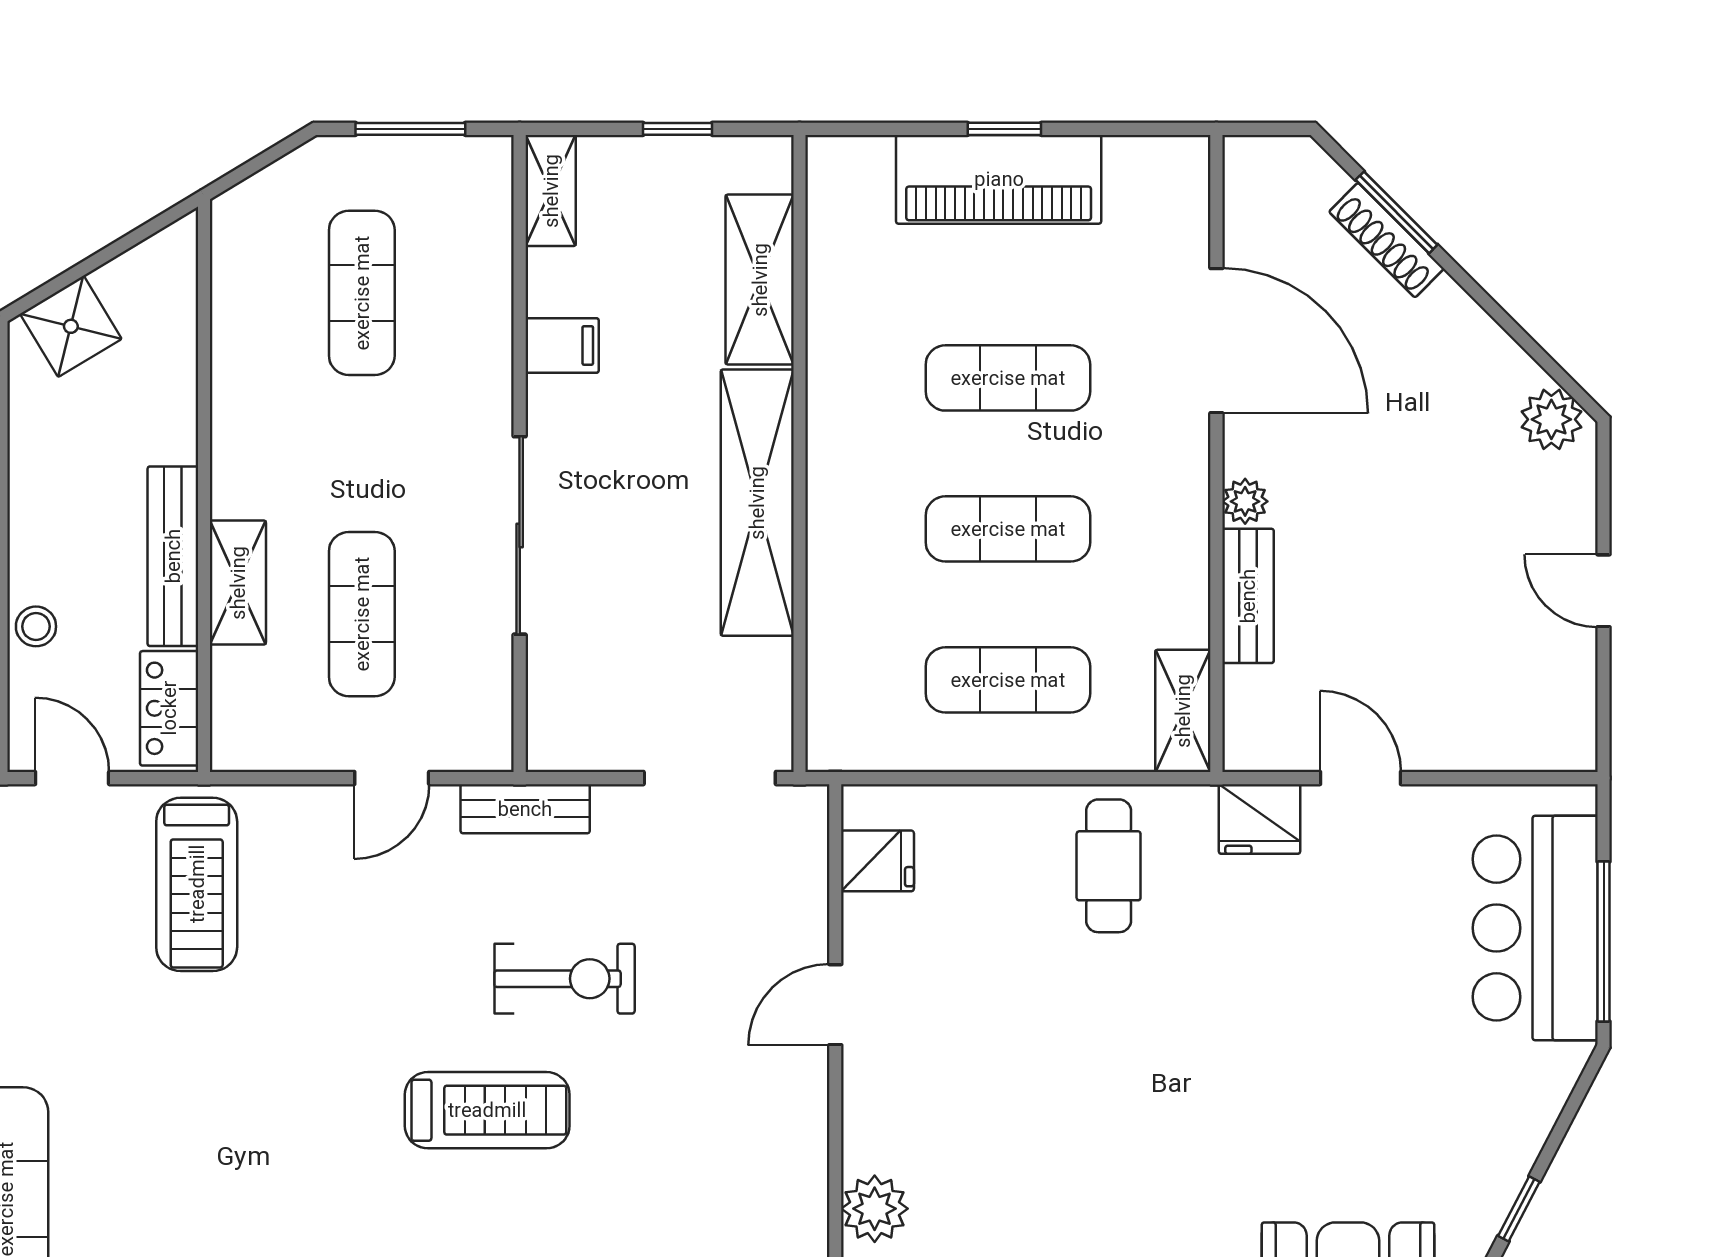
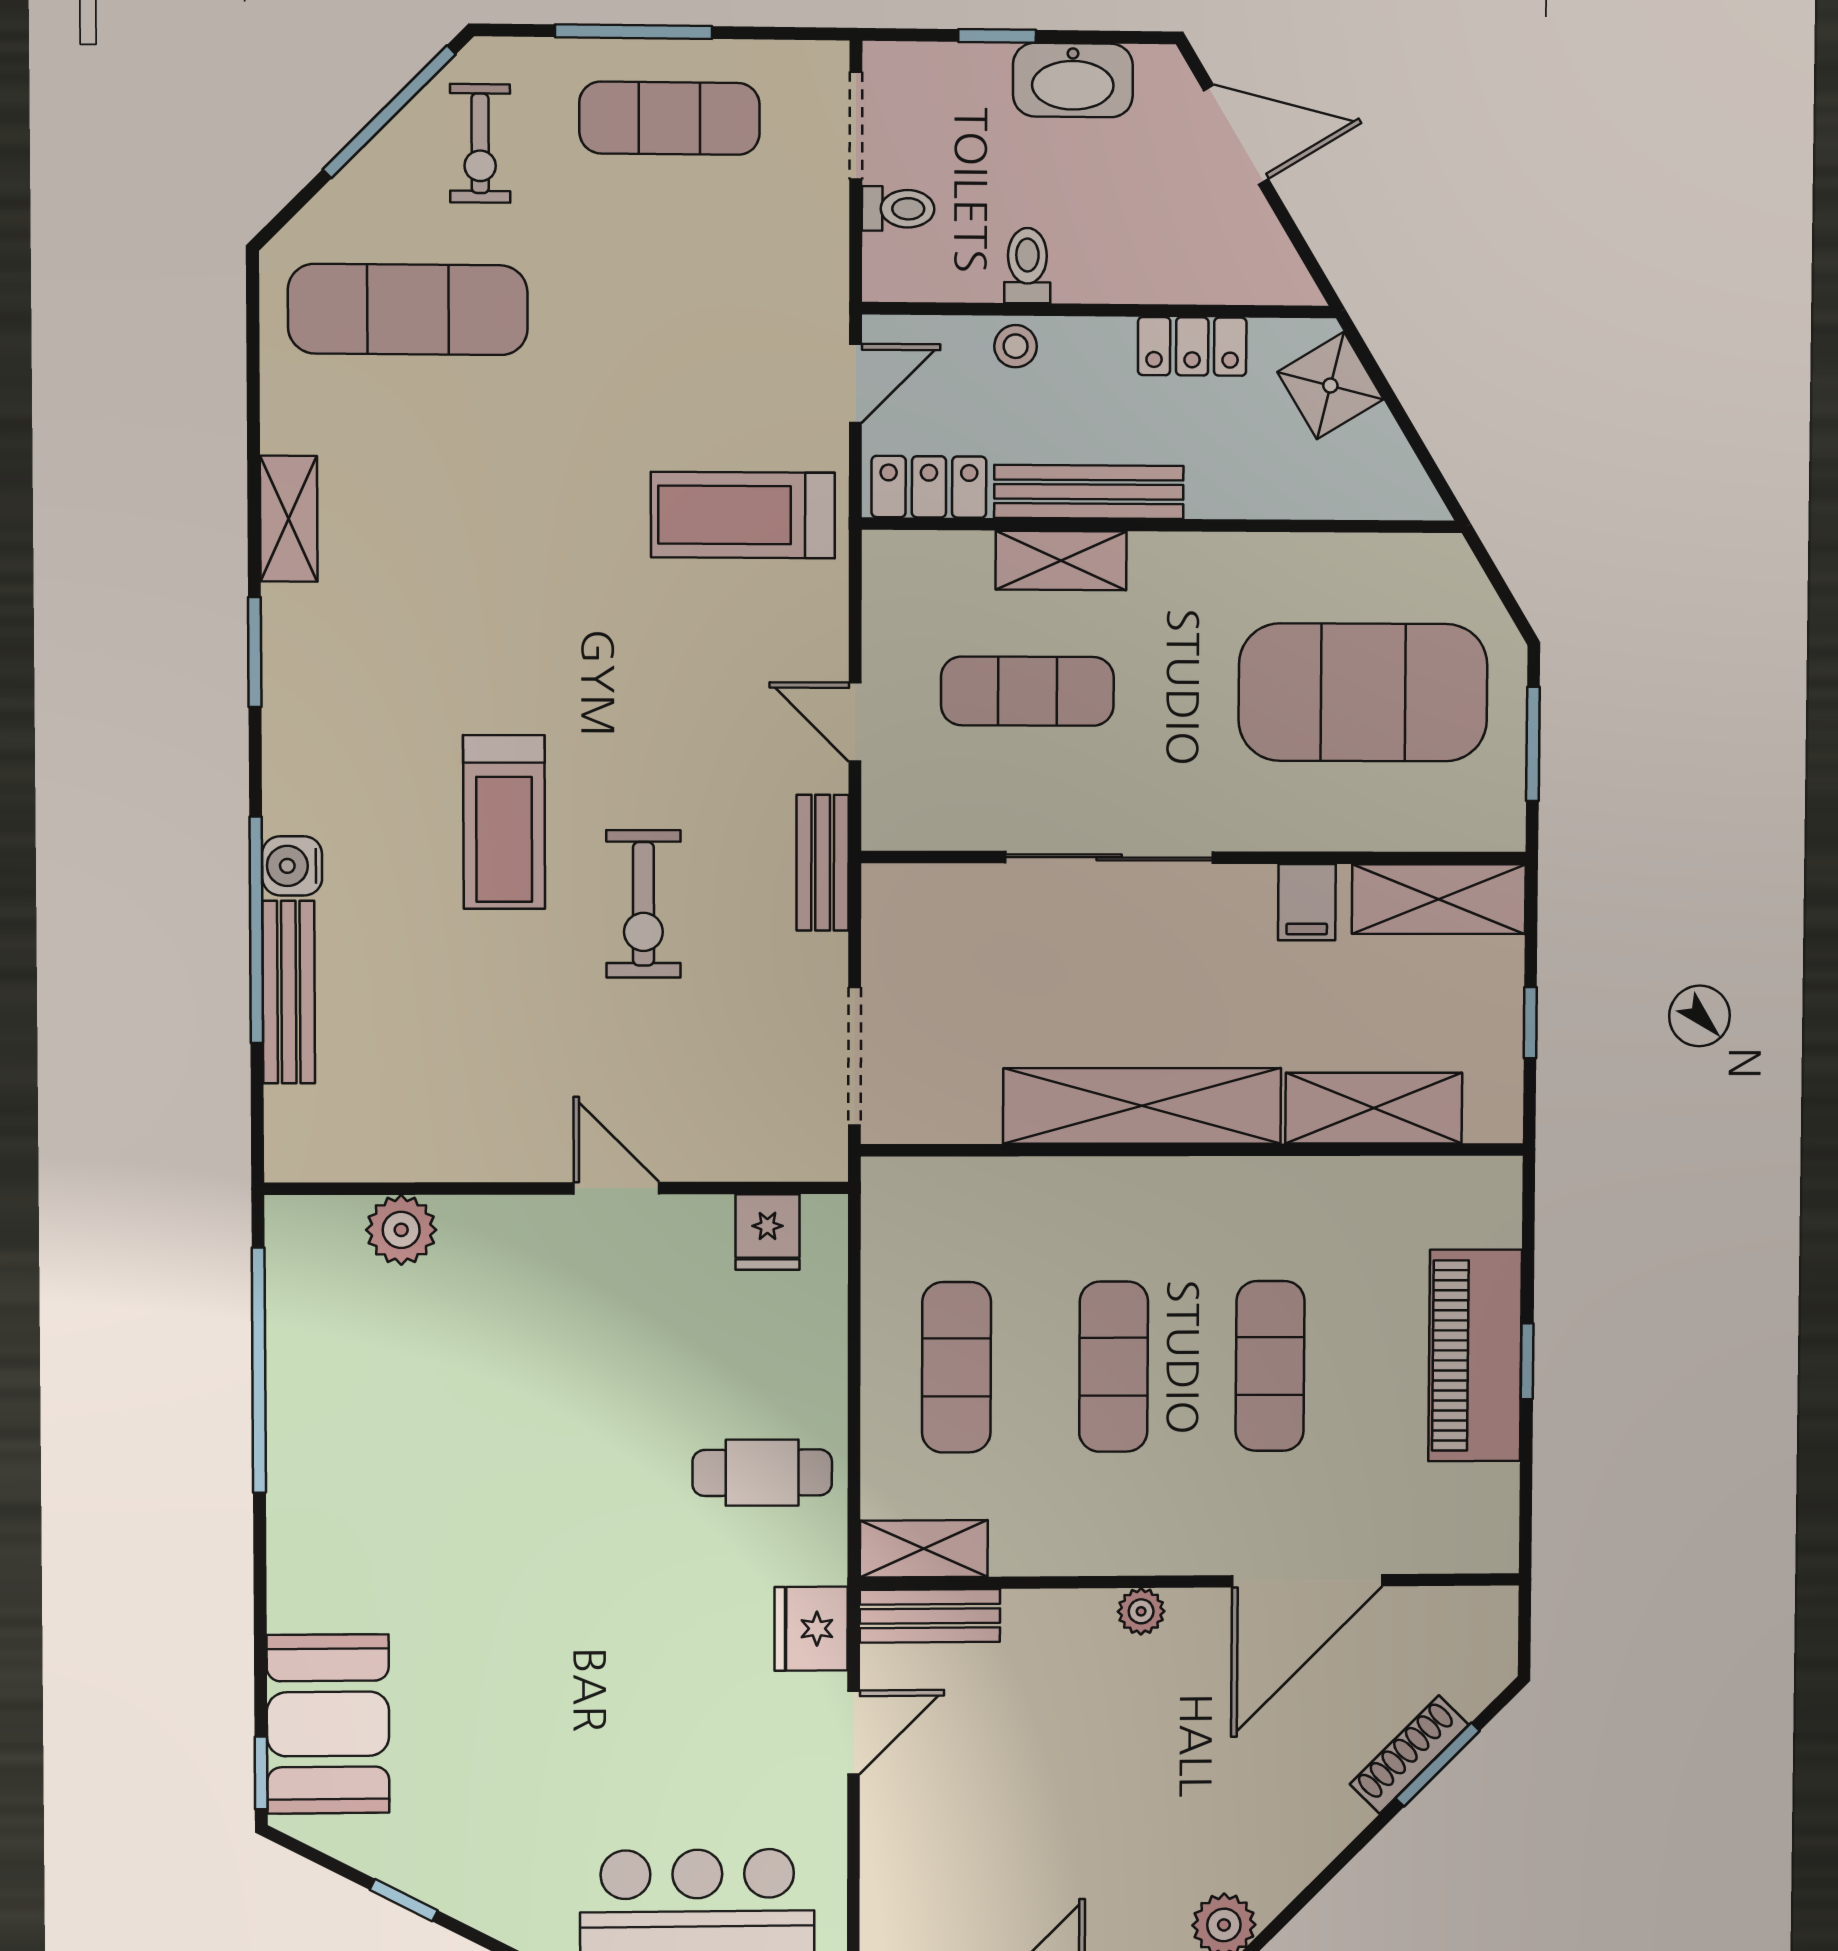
shelving: (551, 191) -> (1439, 899), width x1.50, depth x1.33
exercise mat: (362, 293) -> (1363, 692), width x2.00, depth x1.45
locker: (35, 458) -> (1192, 346), added
bench: (1248, 596) -> (930, 1616), moved

